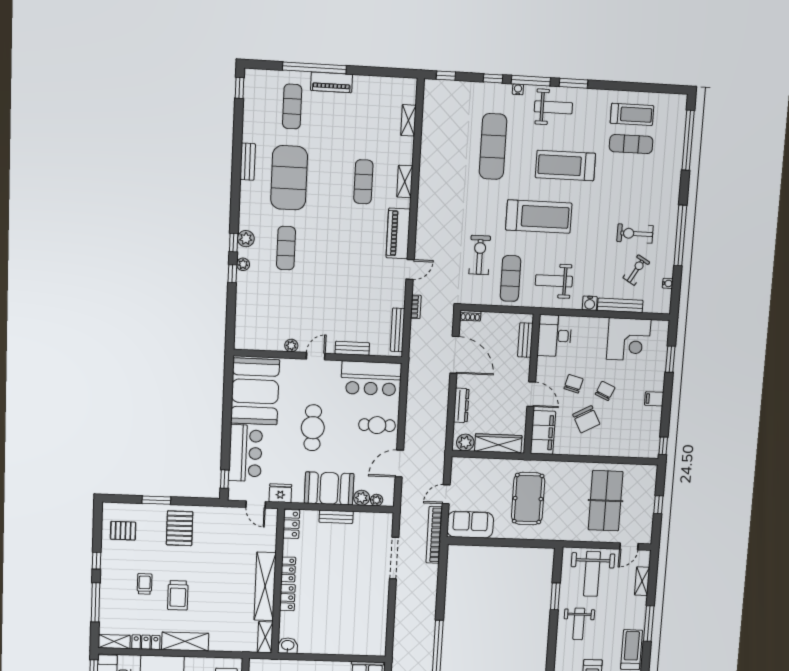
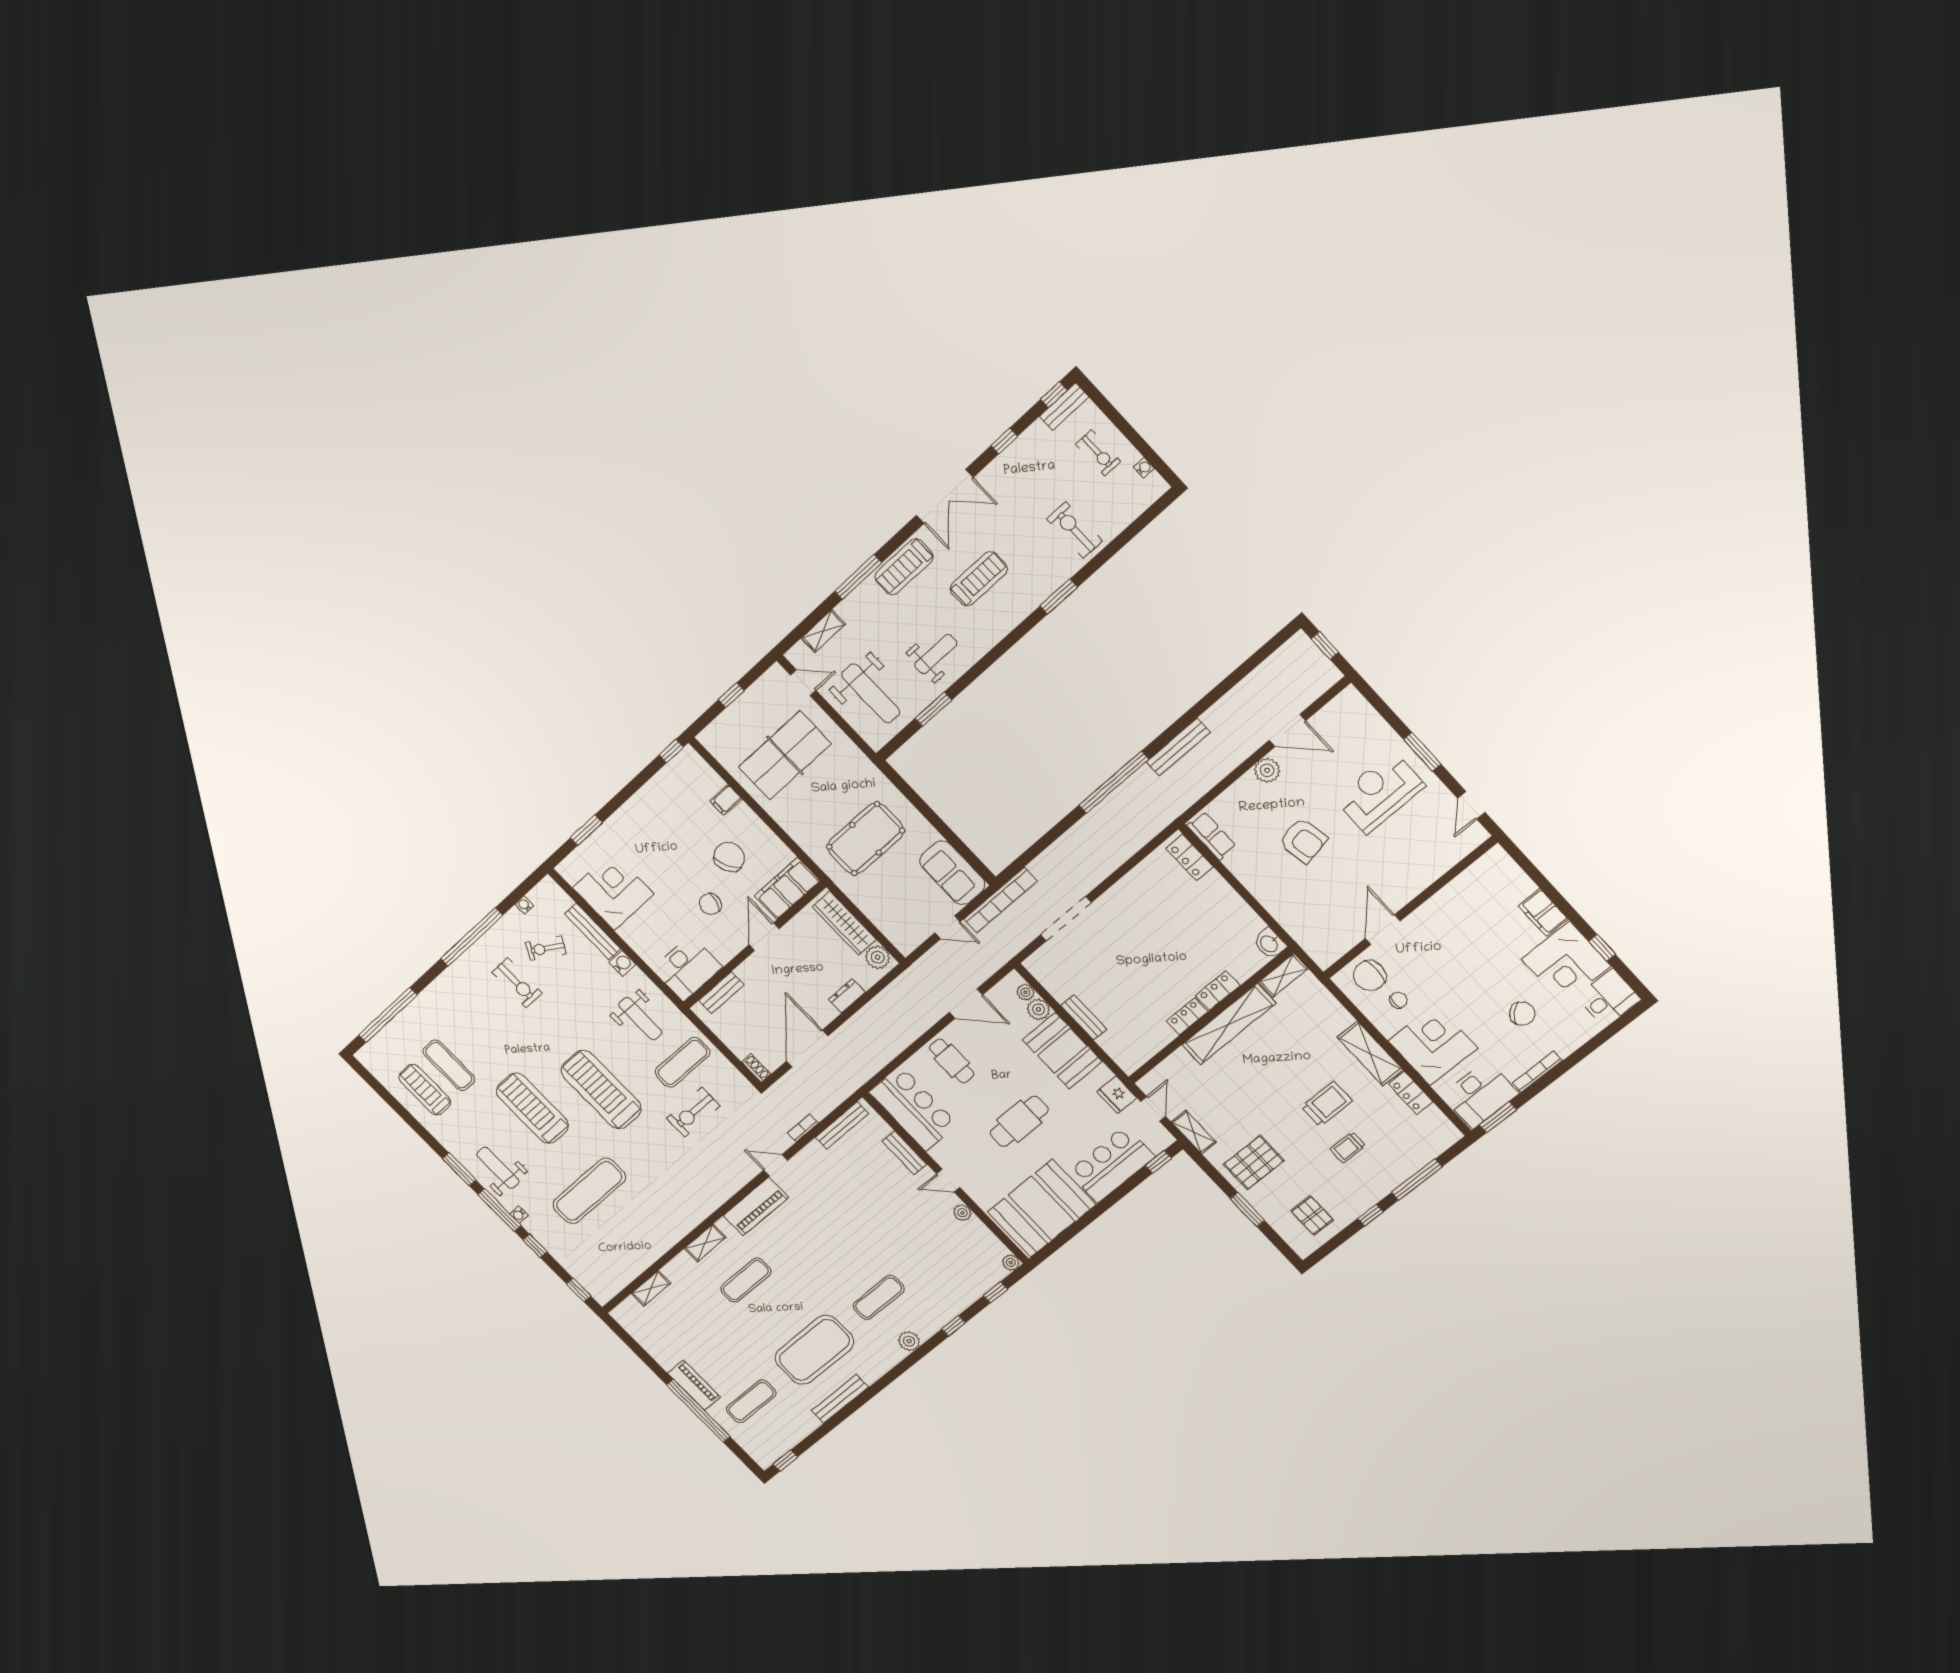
bench: (248, 162) -> (840, 1399), width x1.36
treadmill: (565, 166) -> (532, 1108), turned 180
window: (234, 243) -> (995, 1292), moved
plant: (243, 264) -> (1011, 1262), moved
chair: (605, 391) -> (684, 865), removed
filing cabinet: (654, 399) -> (726, 800), moved, turned 90
dresser: (461, 405) -> (847, 996), width x0.70
locker: (291, 524) -> (1190, 857), moved, turned -90
weight bench: (592, 574) -> (871, 693), turned 90
shelving: (114, 642) -> (1194, 1132), moved

